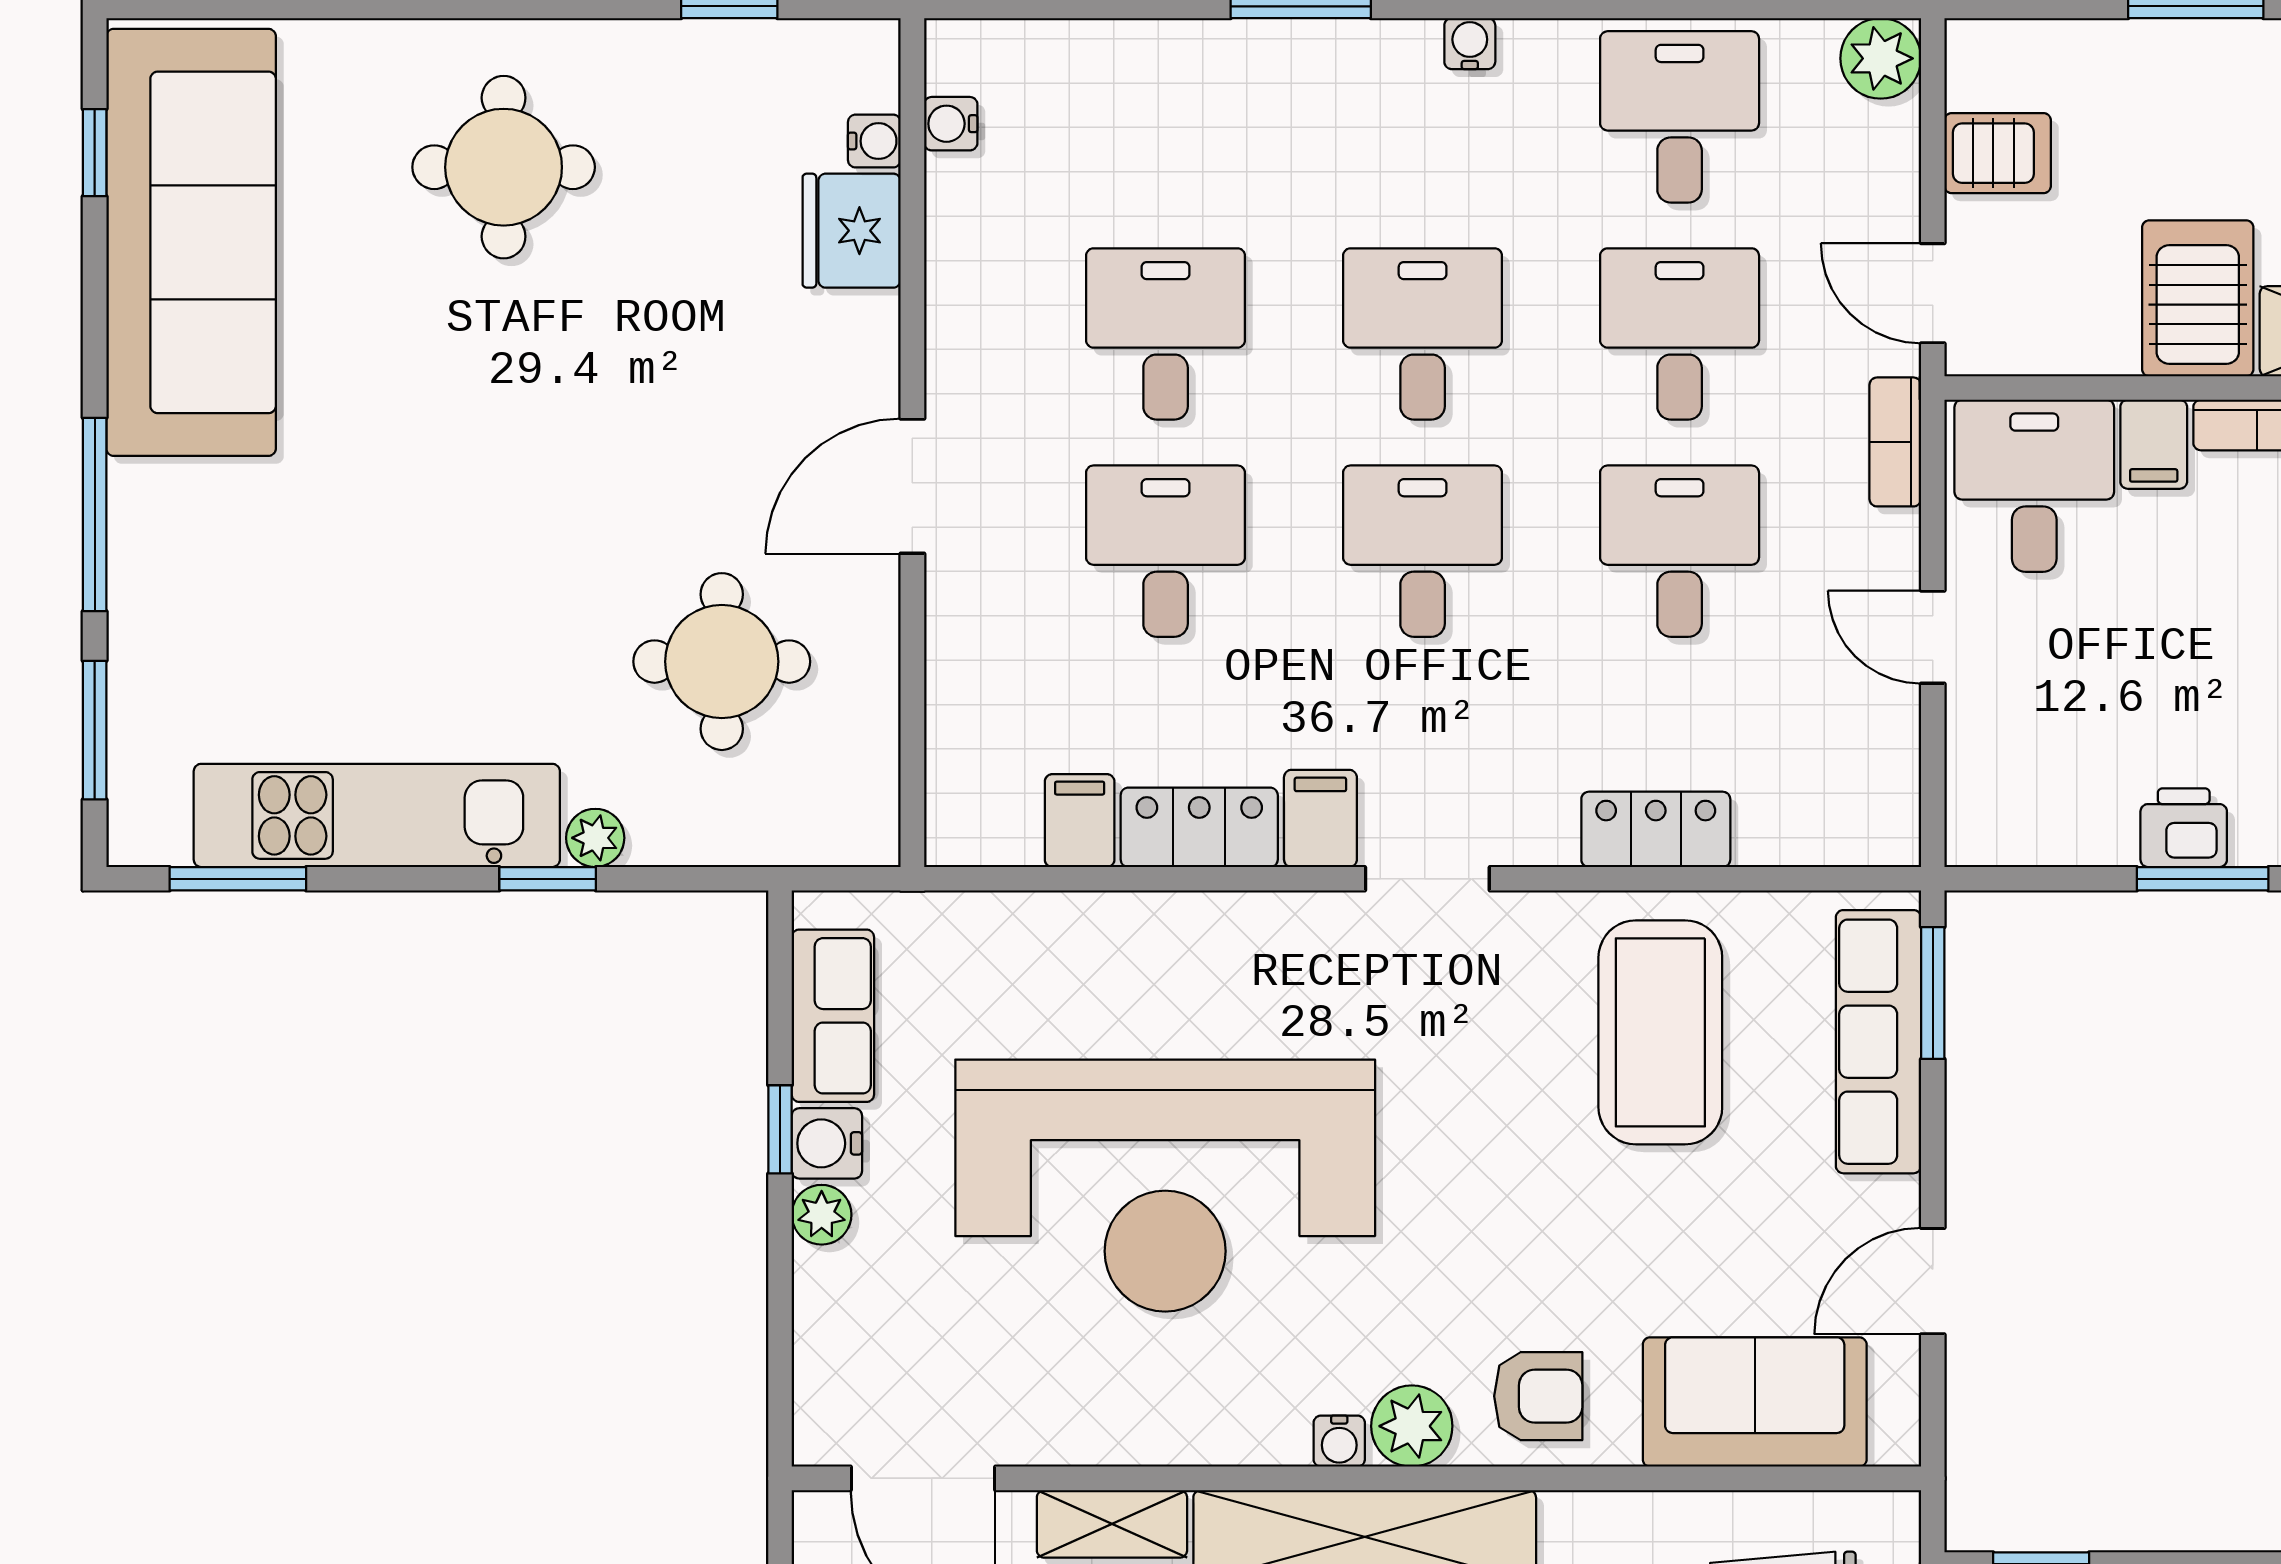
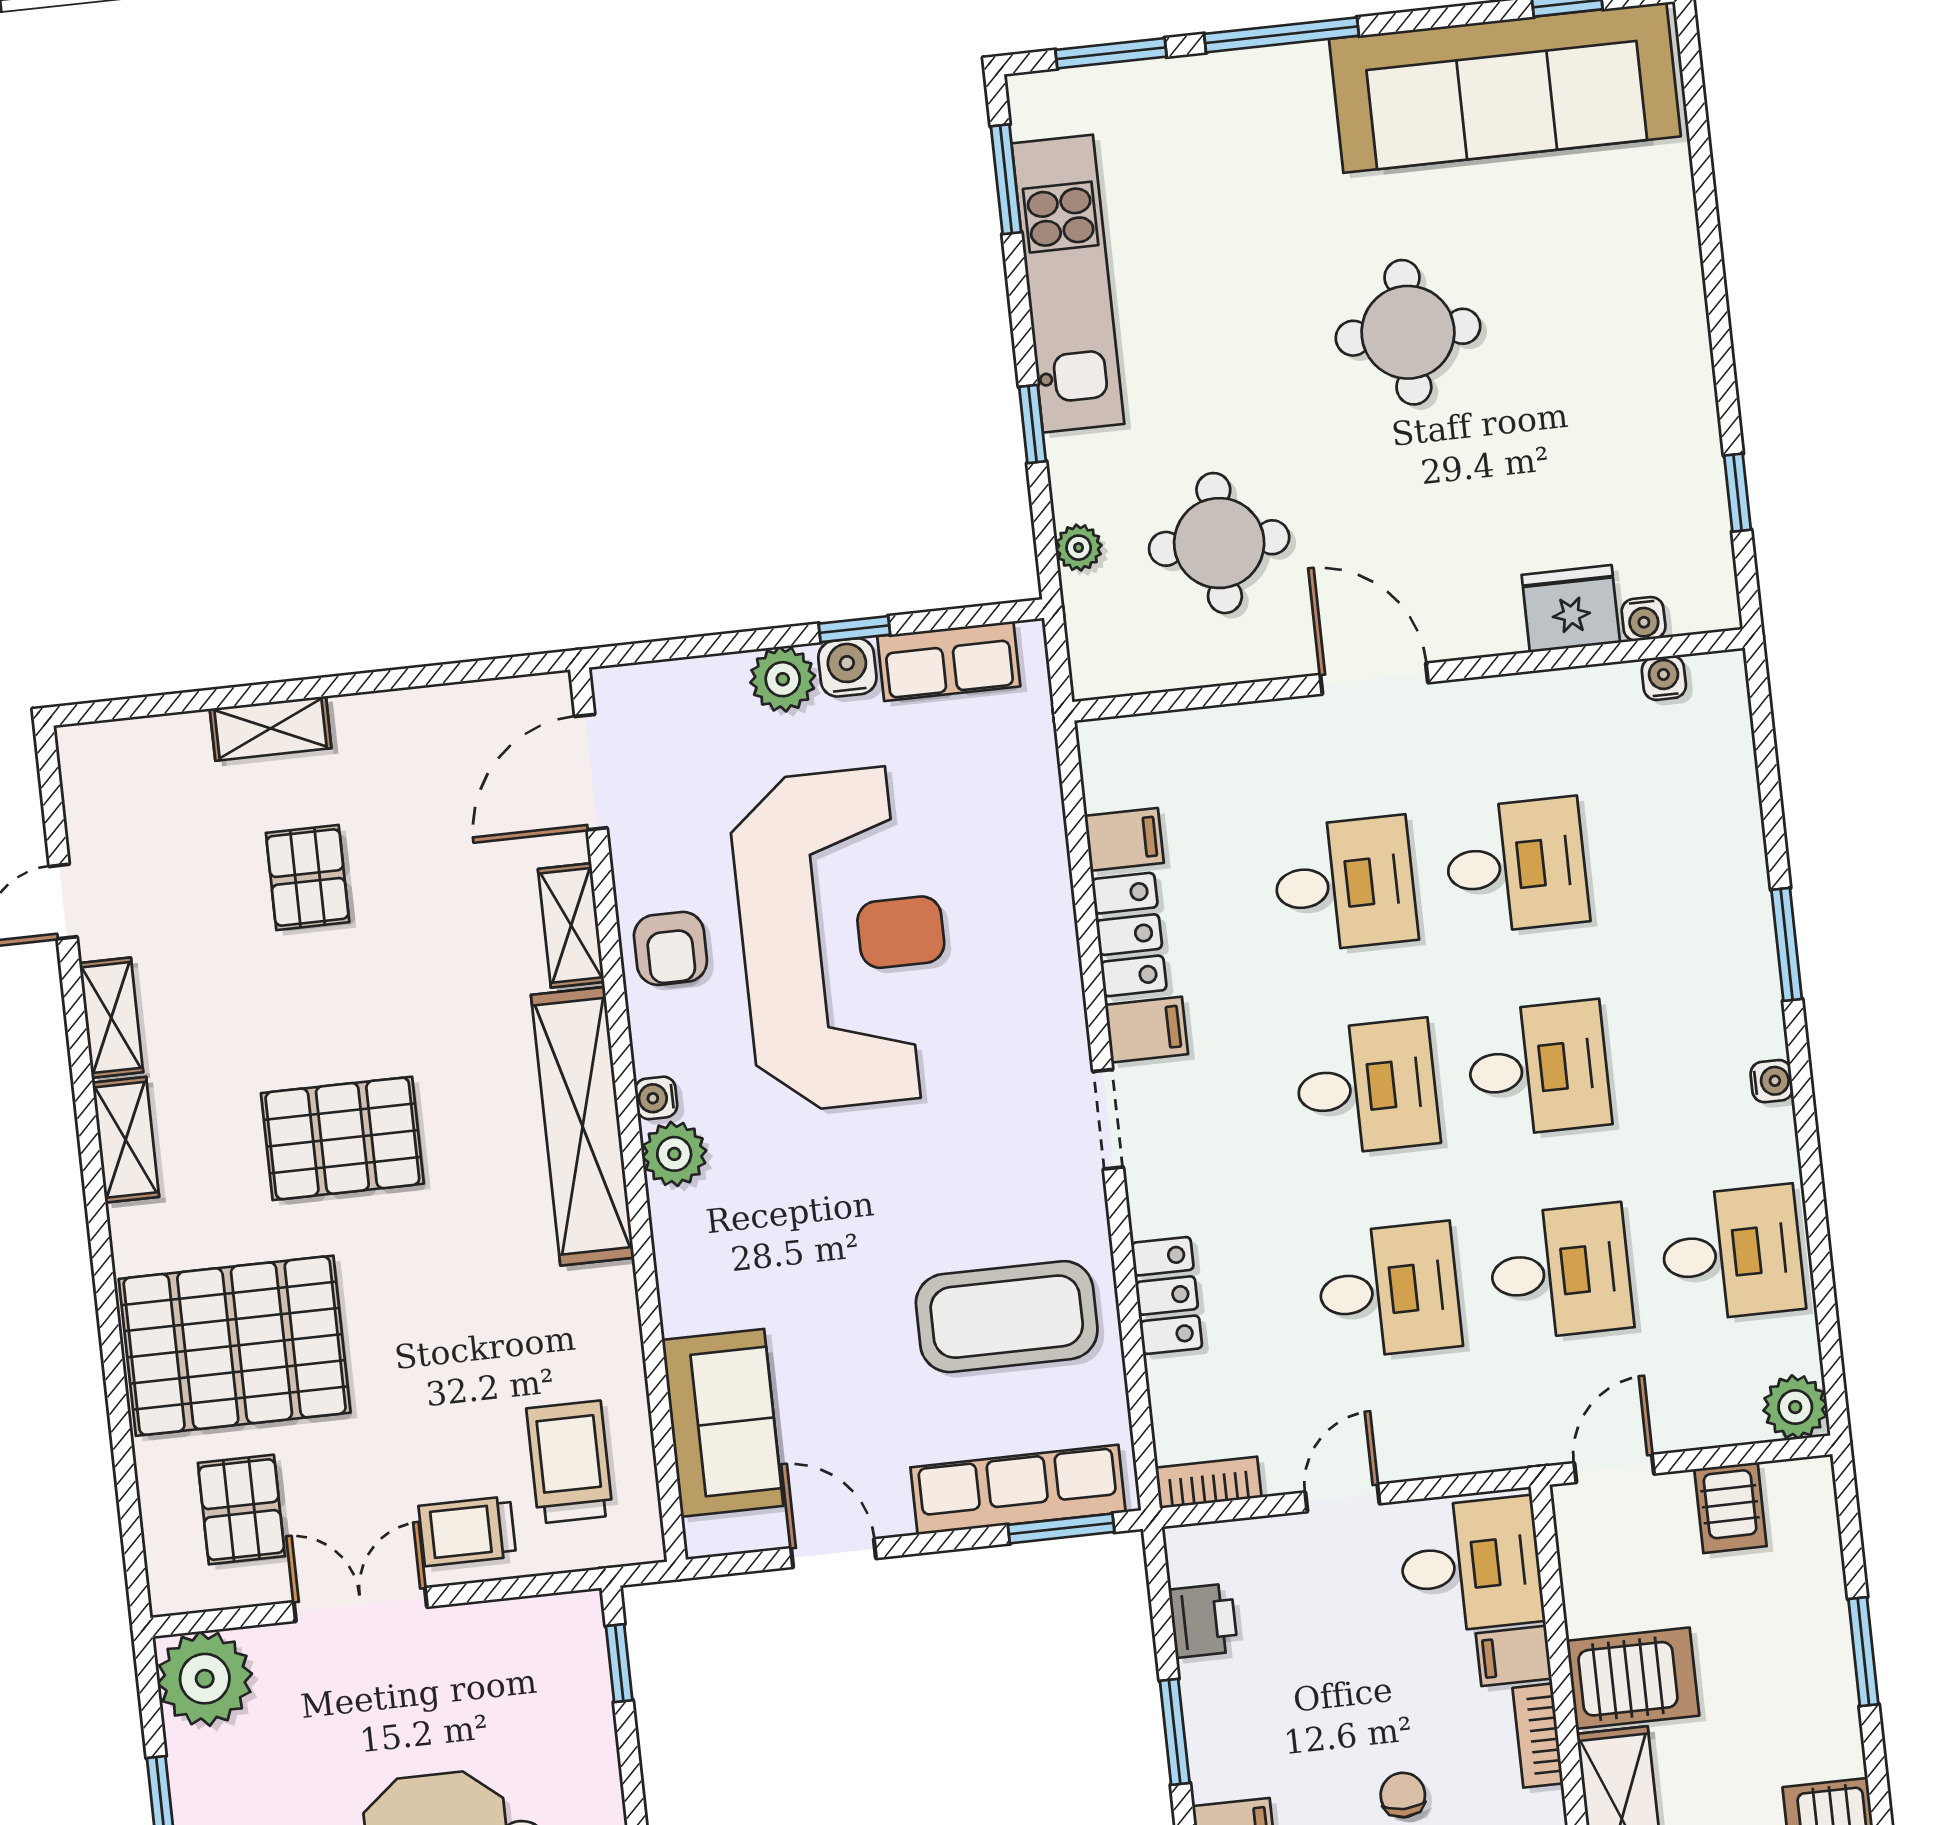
round table: (504, 167) -> (1408, 332), moved
bookcase: (1895, 442) -> (1208, 1482), moved
printer: (2184, 828) -> (1203, 1621), moved
plant: (595, 838) -> (1079, 548), moved
reception desk: (1165, 1186) -> (843, 938), turned 180
plant: (822, 1215) -> (783, 679), width x1.38, depth x1.38
armchair: (1538, 1396) -> (670, 948), moved

